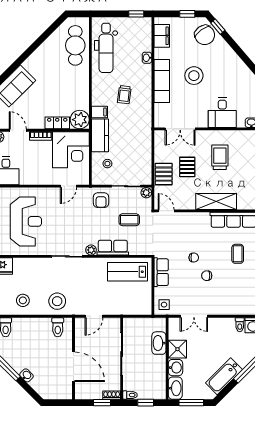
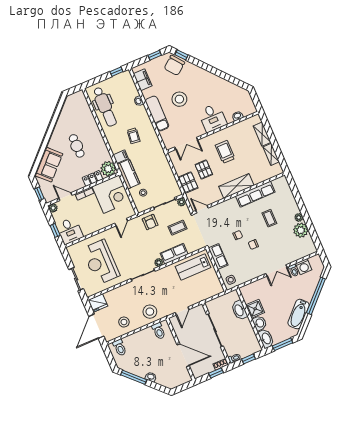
chair: (205, 35) -> (174, 65), turned 88
cafe table: (75, 45) -> (77, 146), moved, width x0.73, depth x0.74
reception desk: (26, 221) -> (101, 262), turned 180
double door: (194, 316) -> (276, 270), moved

